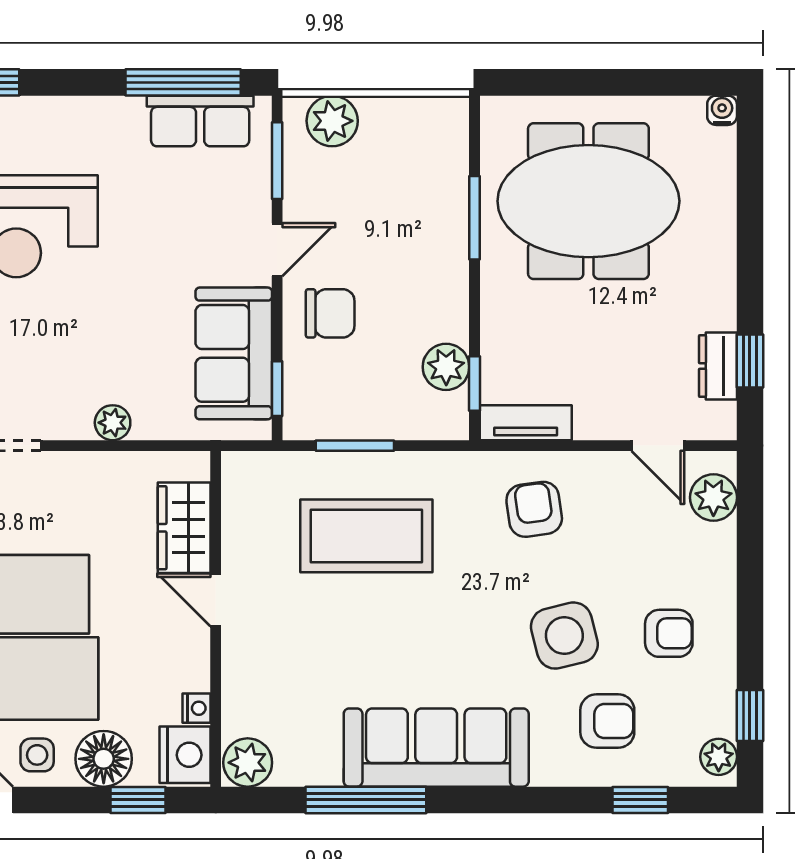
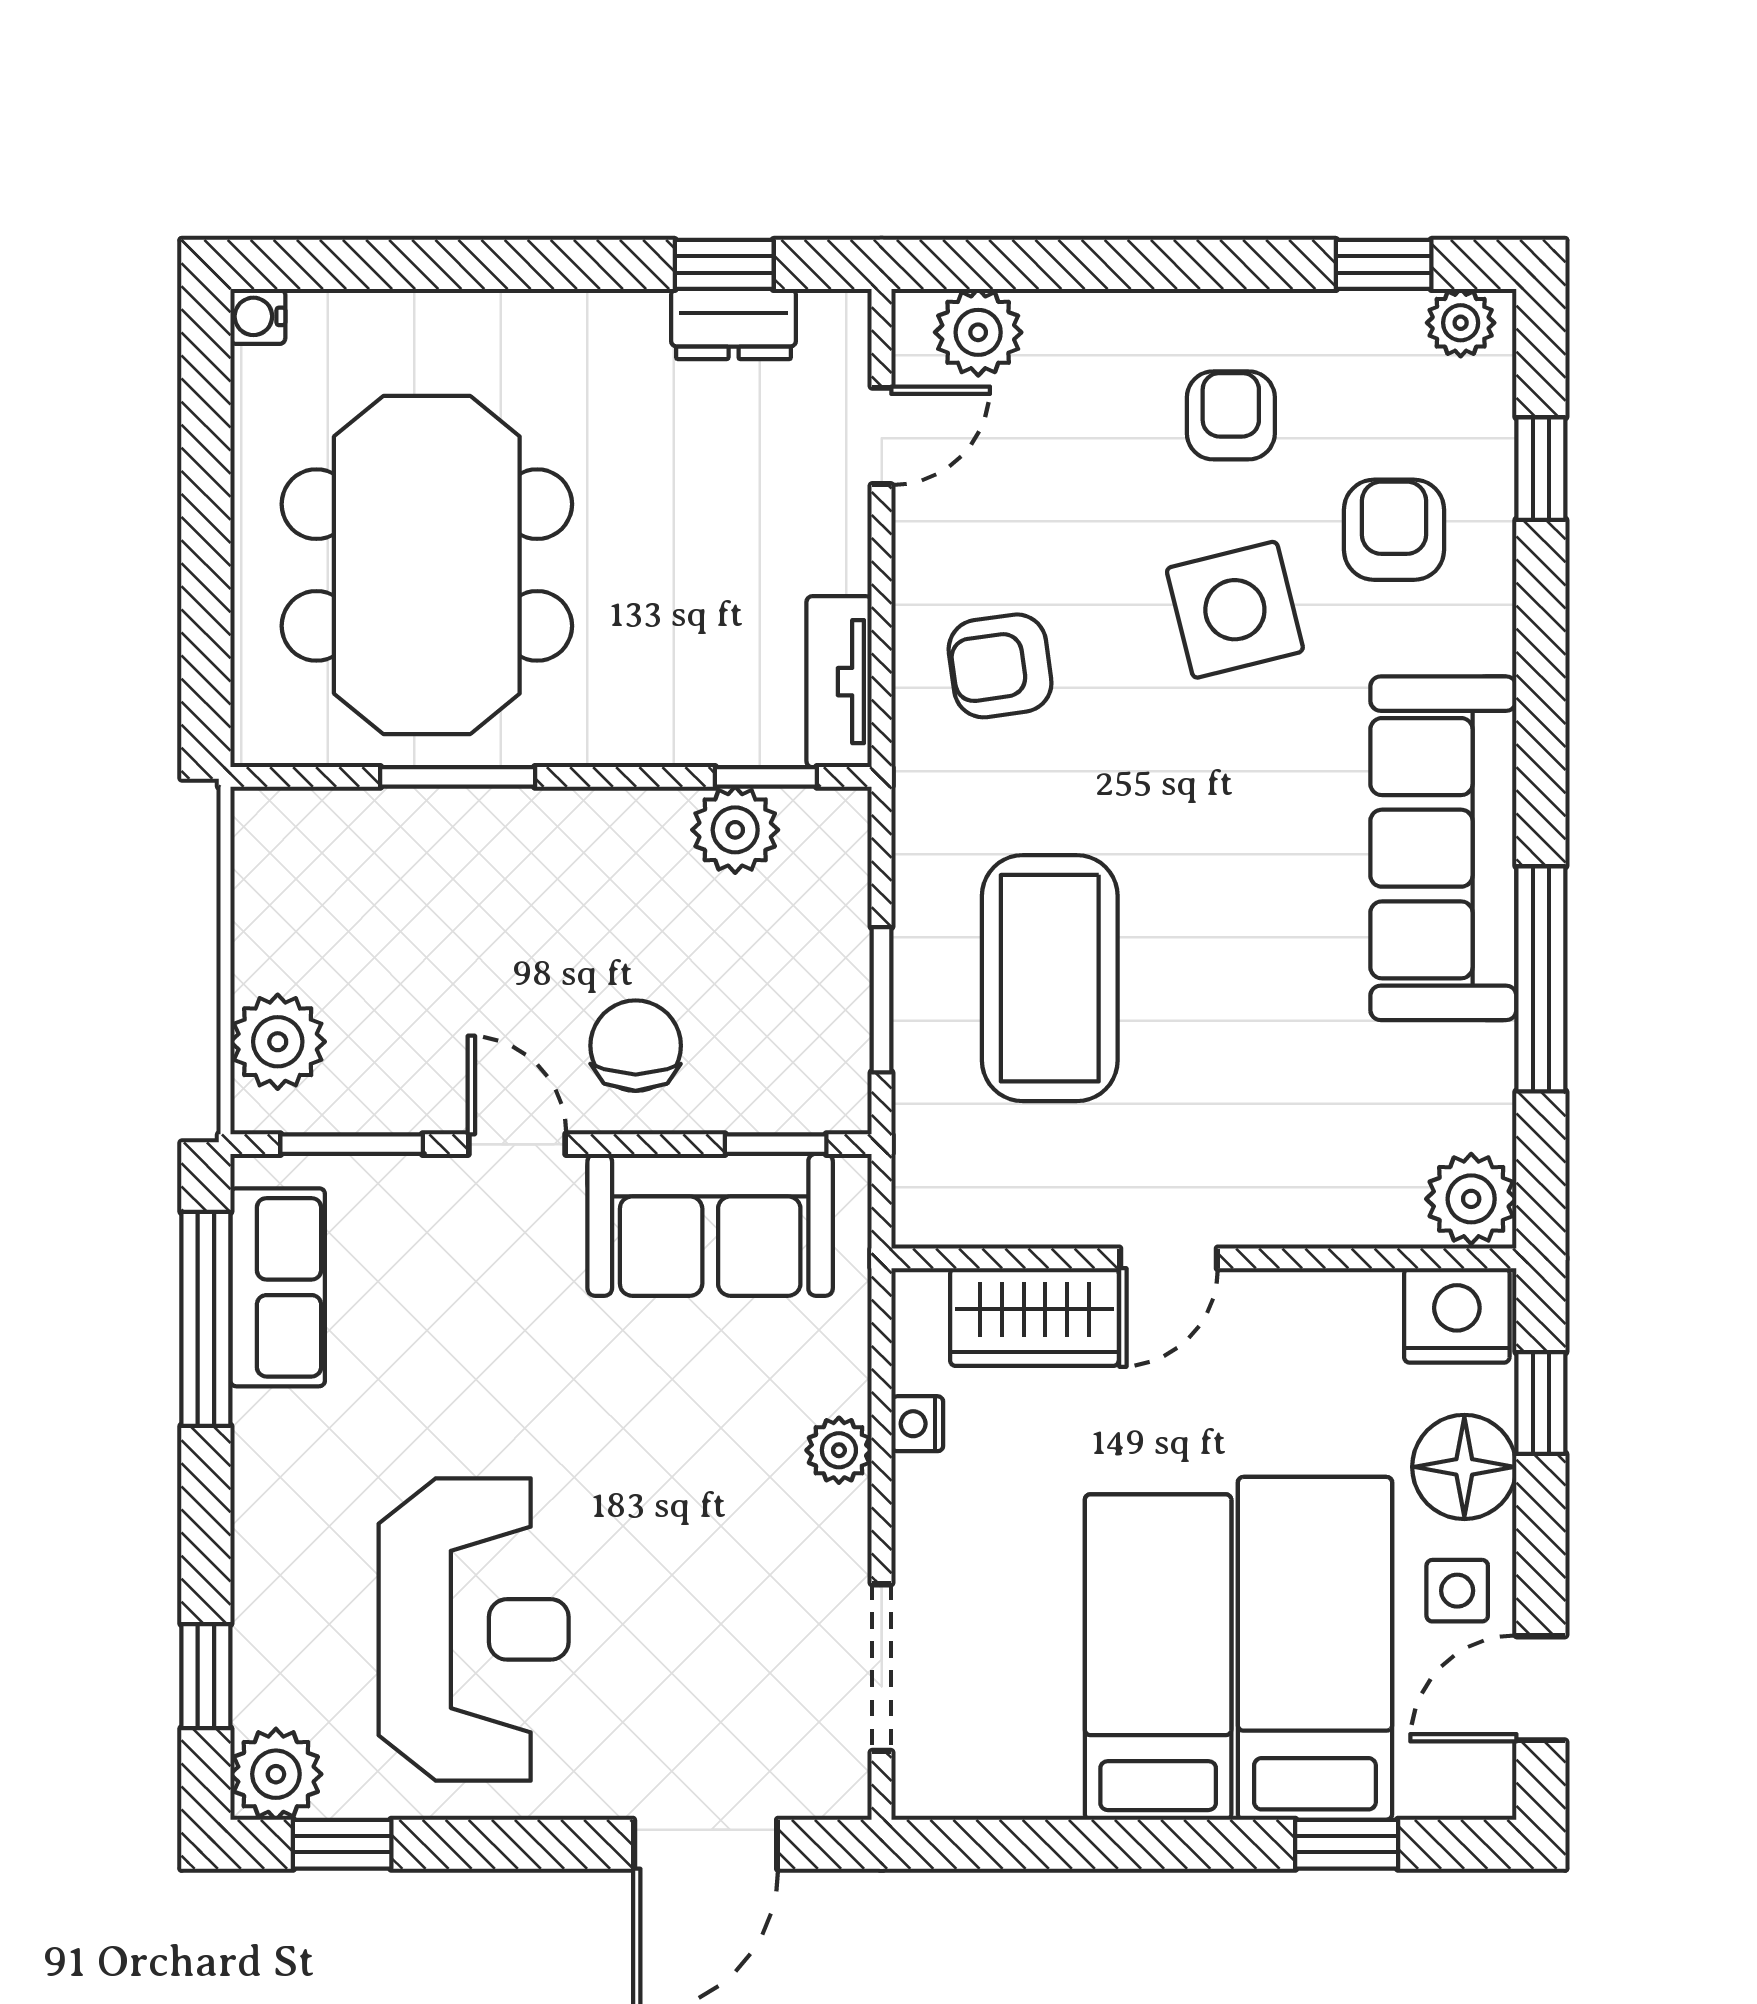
nightstand: (197, 708) -> (917, 1424), moved, turned -90

